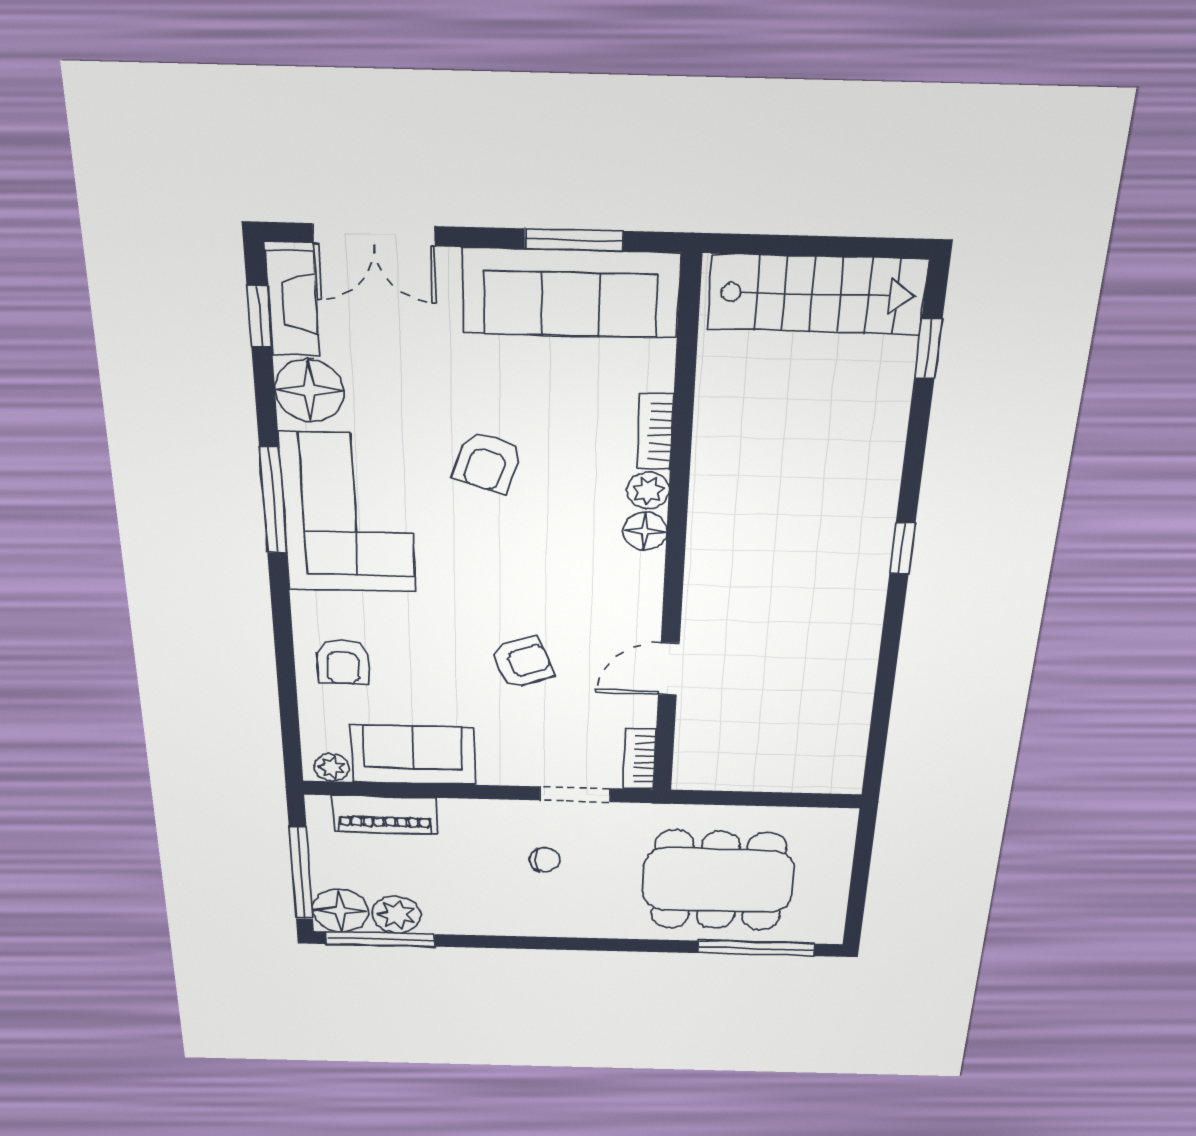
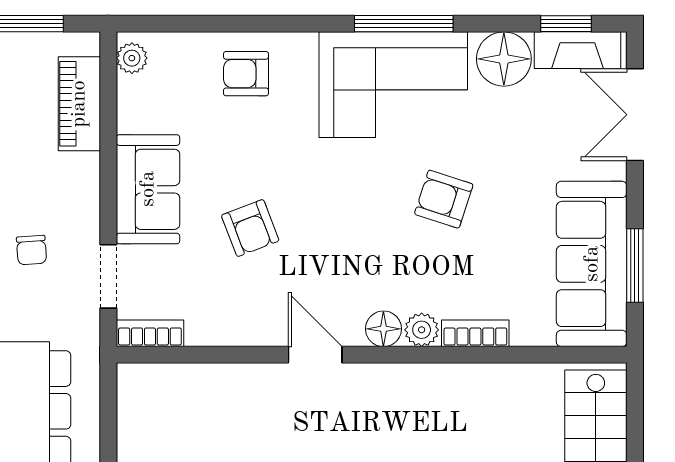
door: (669, 669) -> (315, 355), moved
sofa: (413, 755) -> (148, 189), moved

